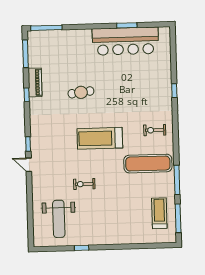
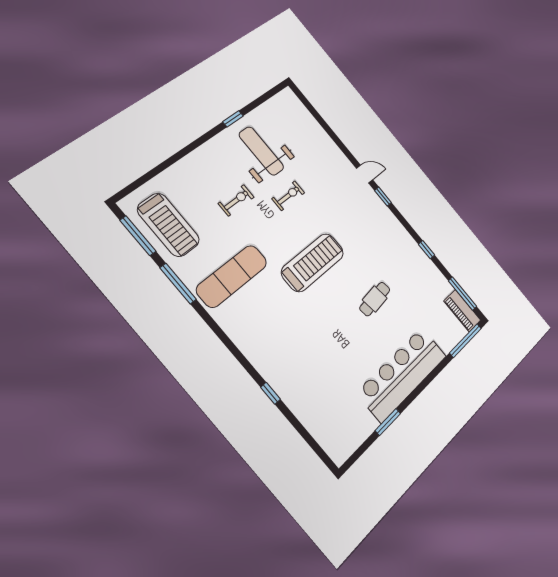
bar counter: (125, 41) -> (402, 374), moved
piano: (35, 82) -> (462, 311), moved
exercise bike: (155, 130) -> (236, 200), moved
treadmill: (159, 213) -> (168, 225), width x1.37, depth x1.38
weight bench: (59, 219) -> (261, 151), moved

